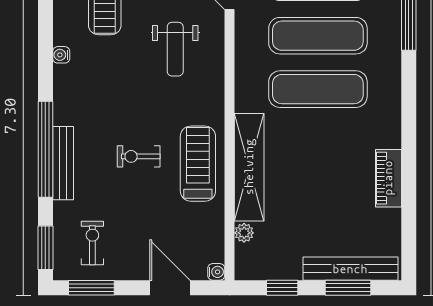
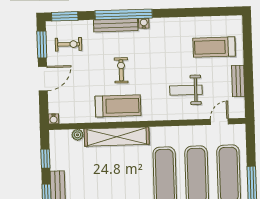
water cooler: (61, 55) -> (144, 23), moved
door: (170, 288) -> (43, 79), moved

